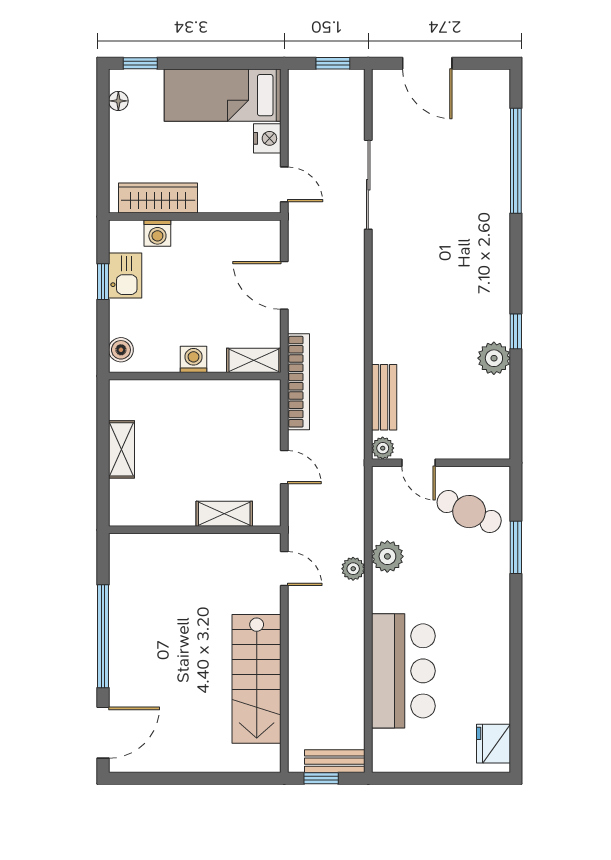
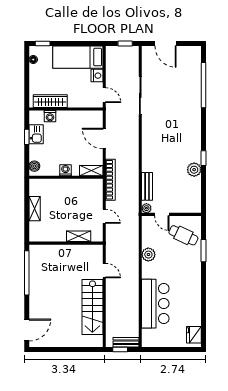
door: (284, 568) -> (104, 271), moved
plant: (353, 569) -> (134, 260), removed
window: (103, 636) -> (27, 273), moved

